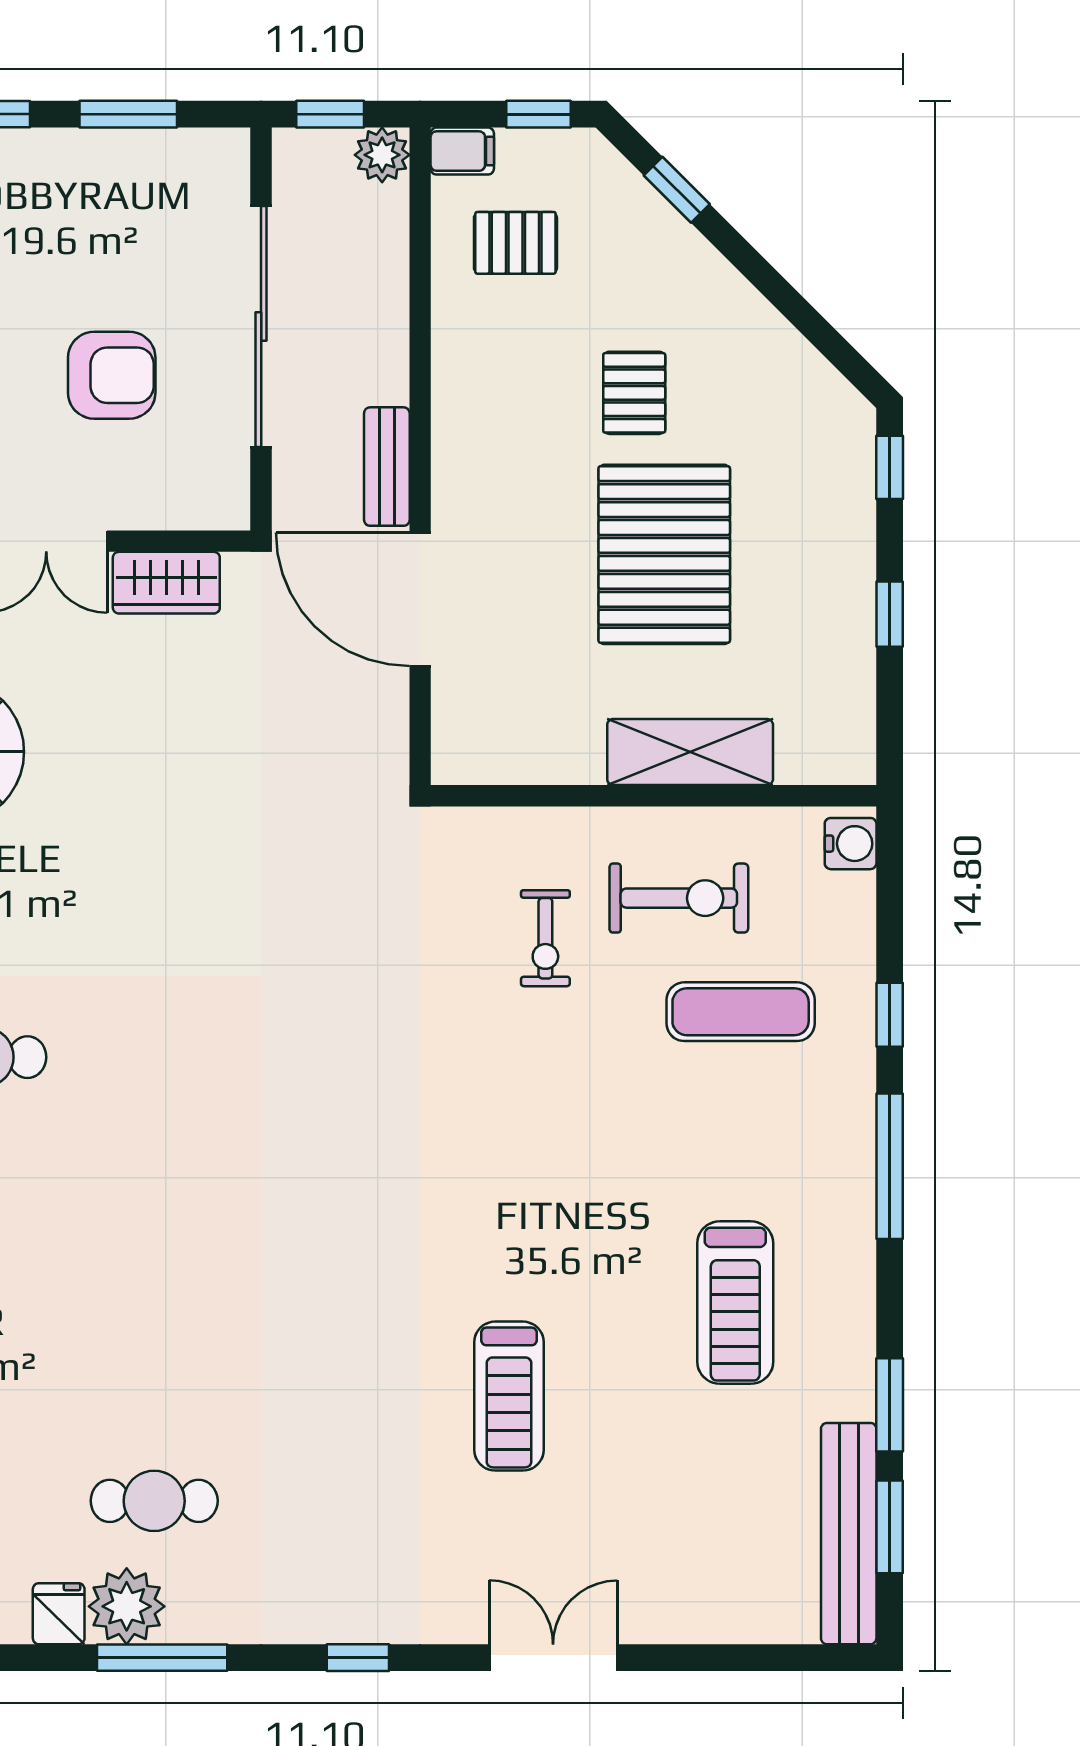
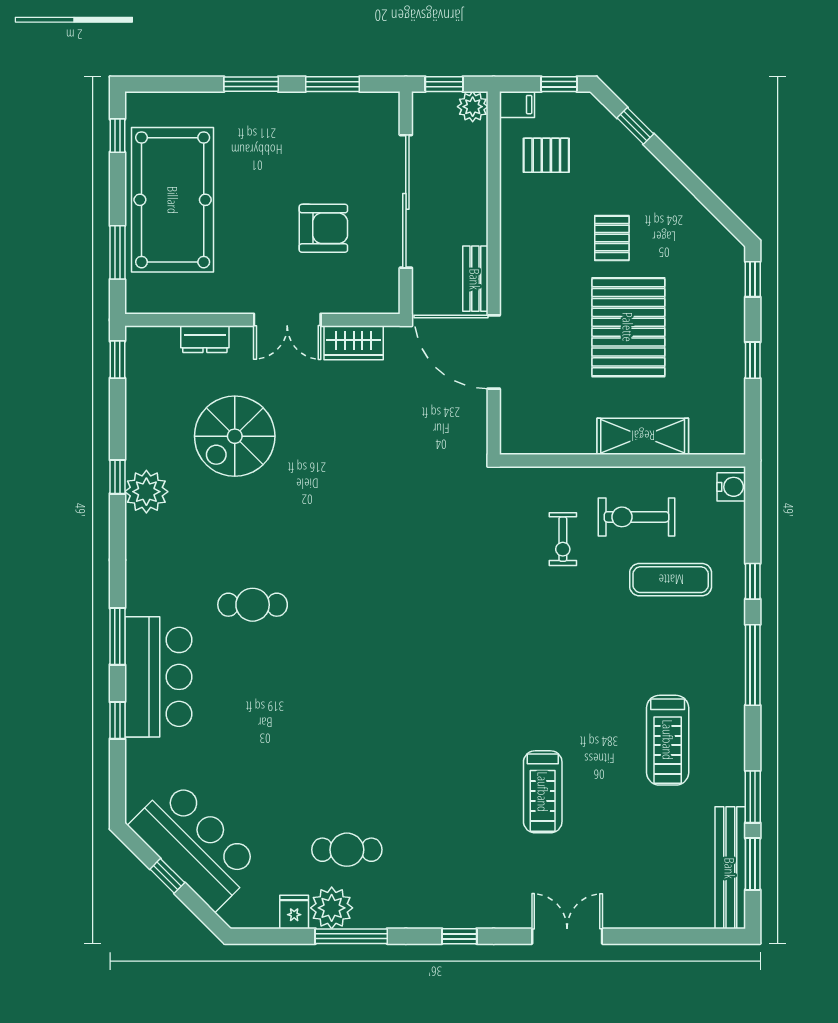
exercise bike: (679, 898) -> (636, 517), turned 180

